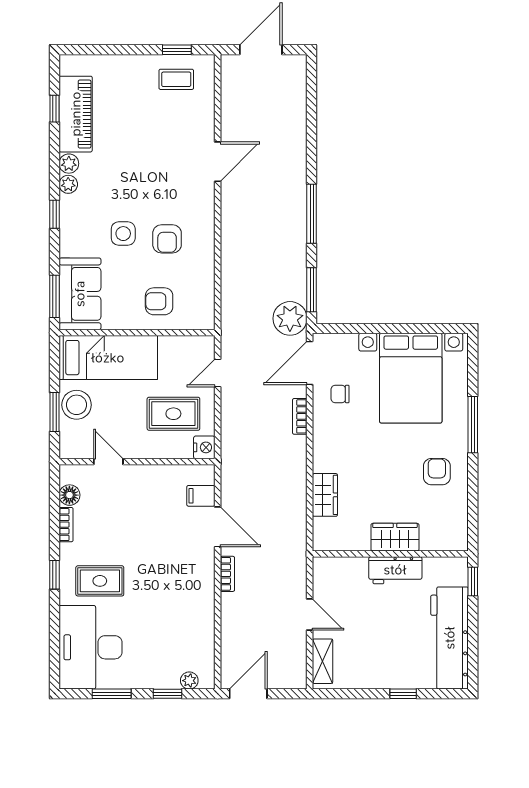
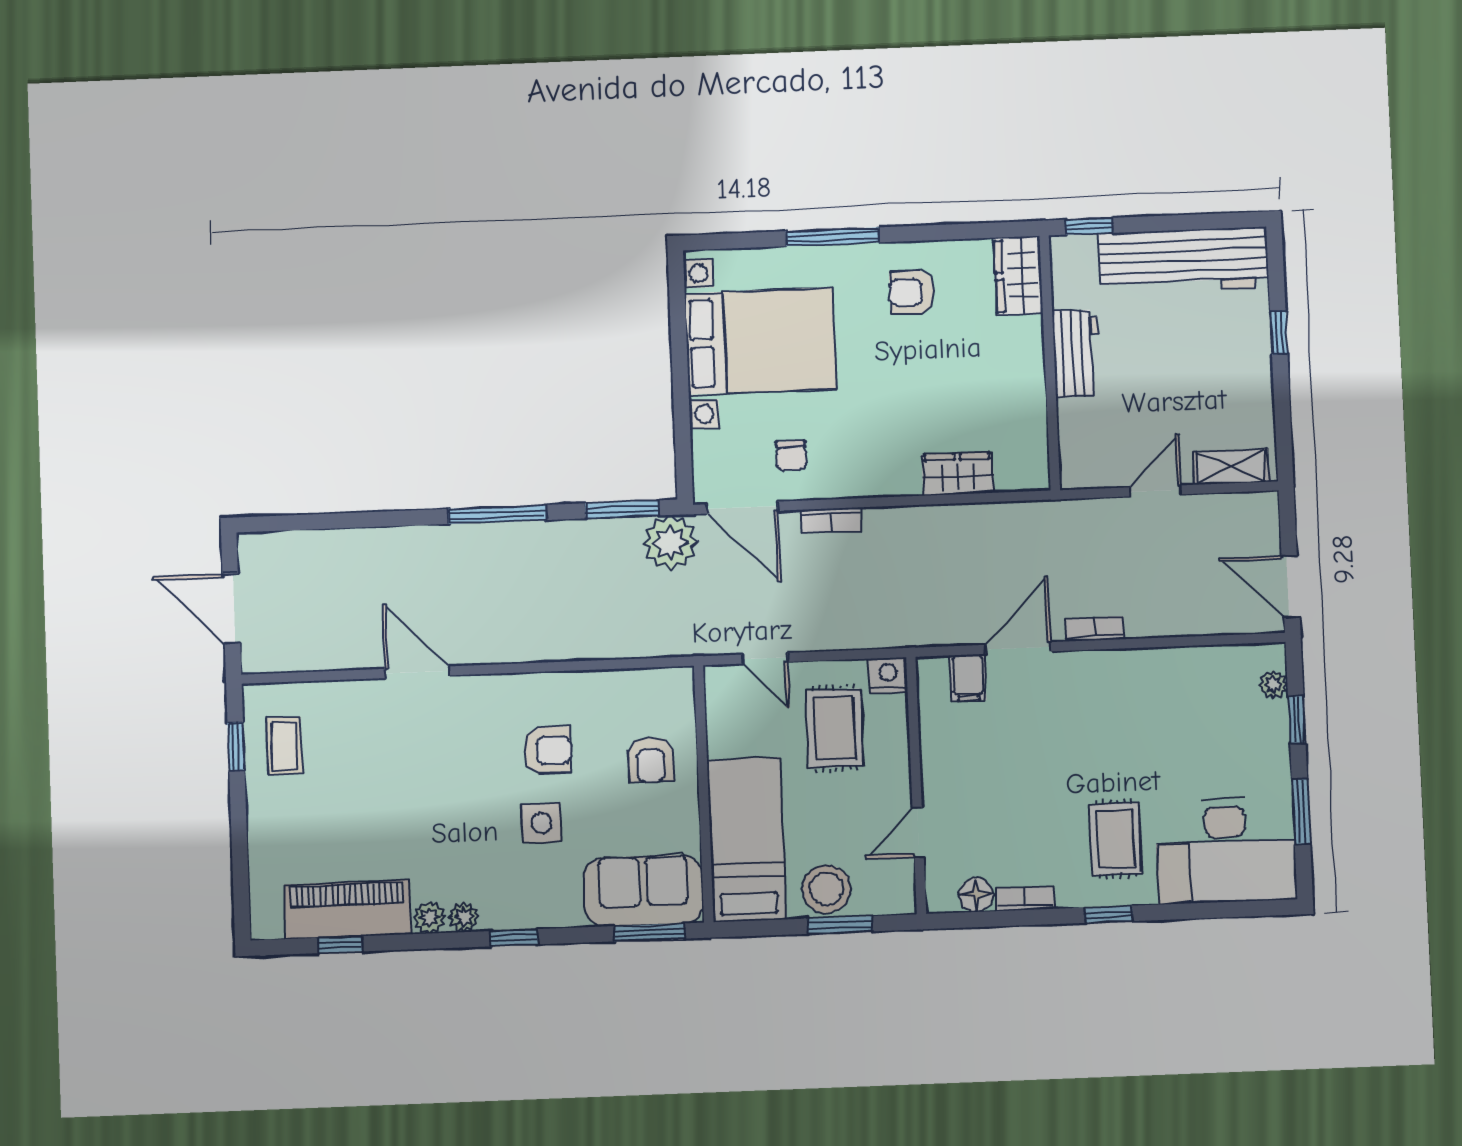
wardrobe: (395, 537) -> (1019, 276), moved

